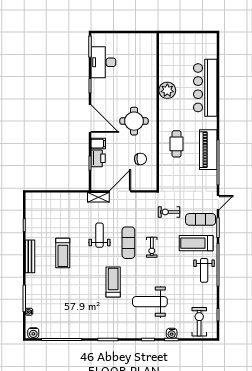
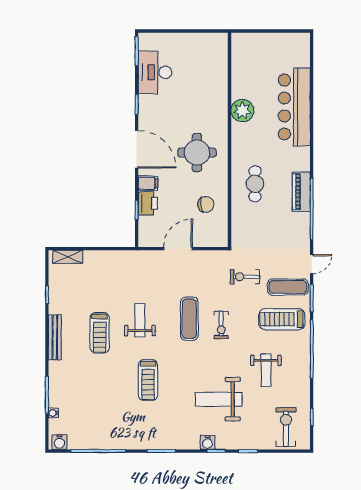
piano: (208, 150) -> (301, 192), width x0.73, depth x0.75
shelving: (98, 197) -> (68, 257), moved
weight bench: (99, 235) -> (140, 320), moved
weight bench: (204, 270) -> (266, 370), moved
treadmill: (113, 282) -> (148, 380), moved, turned 180
water cooler: (172, 333) -> (207, 442), moved

